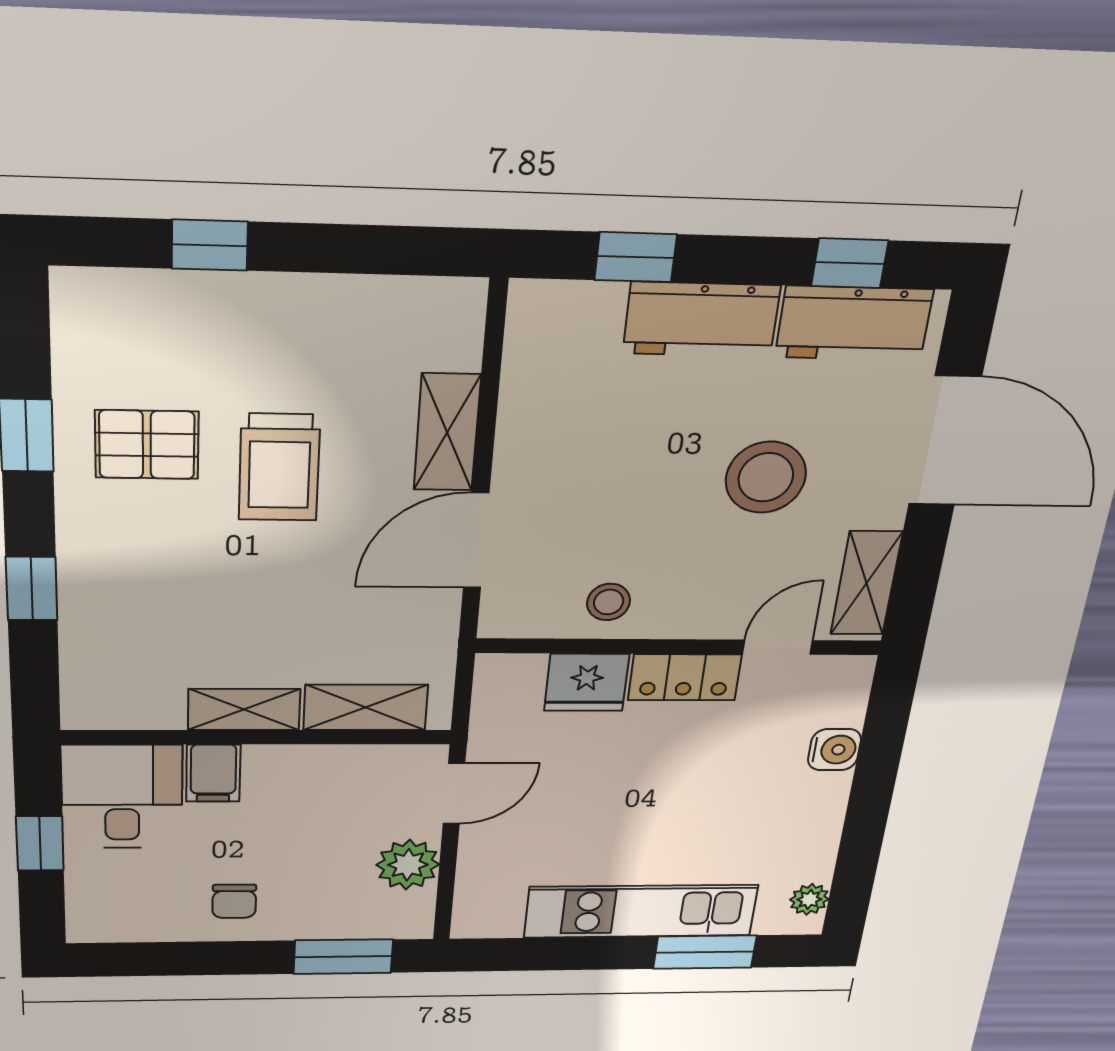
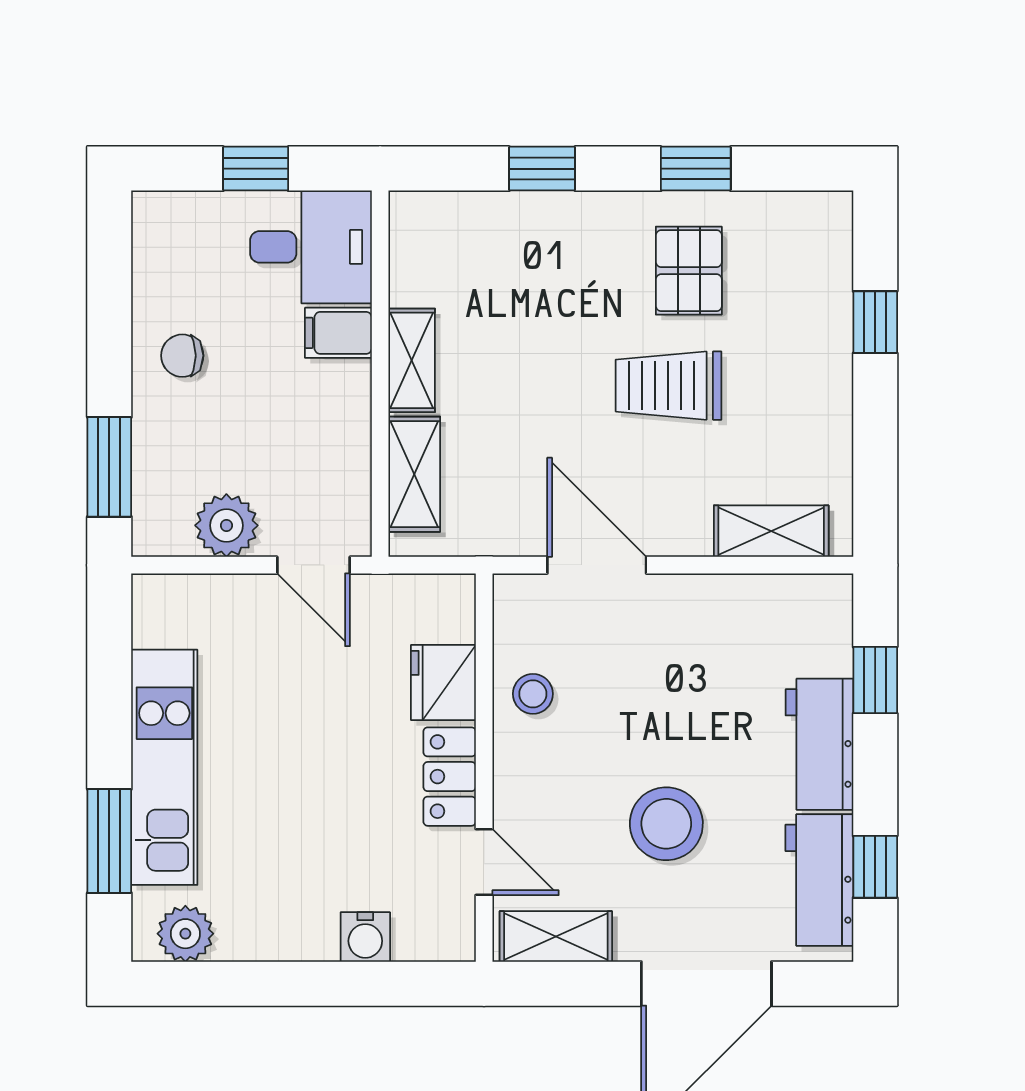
shelving: (447, 432) -> (771, 531), moved
plant: (809, 899) -> (185, 934), width x1.38, depth x1.38

